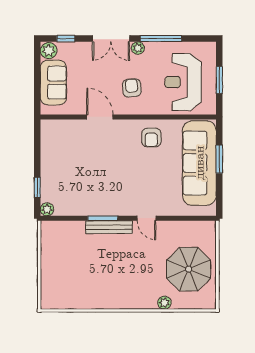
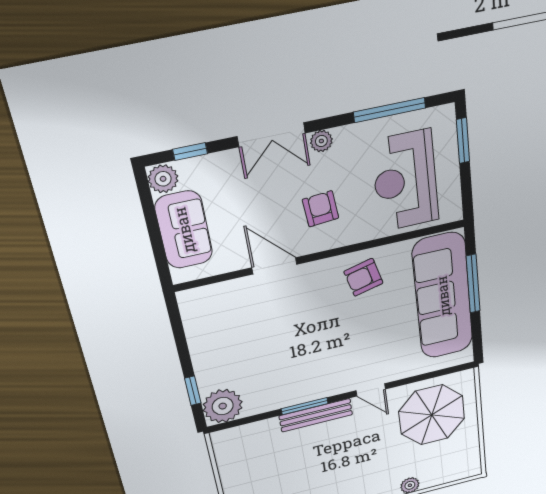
window: (161, 39) -> (390, 110), moved
window: (219, 80) -> (463, 141), moved
armchair: (151, 137) -> (363, 277), turned 76
window: (219, 159) -> (473, 284), width x1.44
plant: (47, 209) -> (223, 406), width x1.88, depth x1.88
parasol: (189, 269) -> (432, 415), moved

